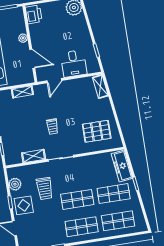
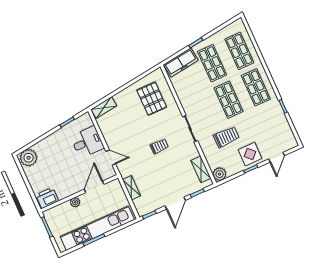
shelving: (34, 156) -> (201, 169), moved
plant: (15, 184) -> (220, 174), moved

